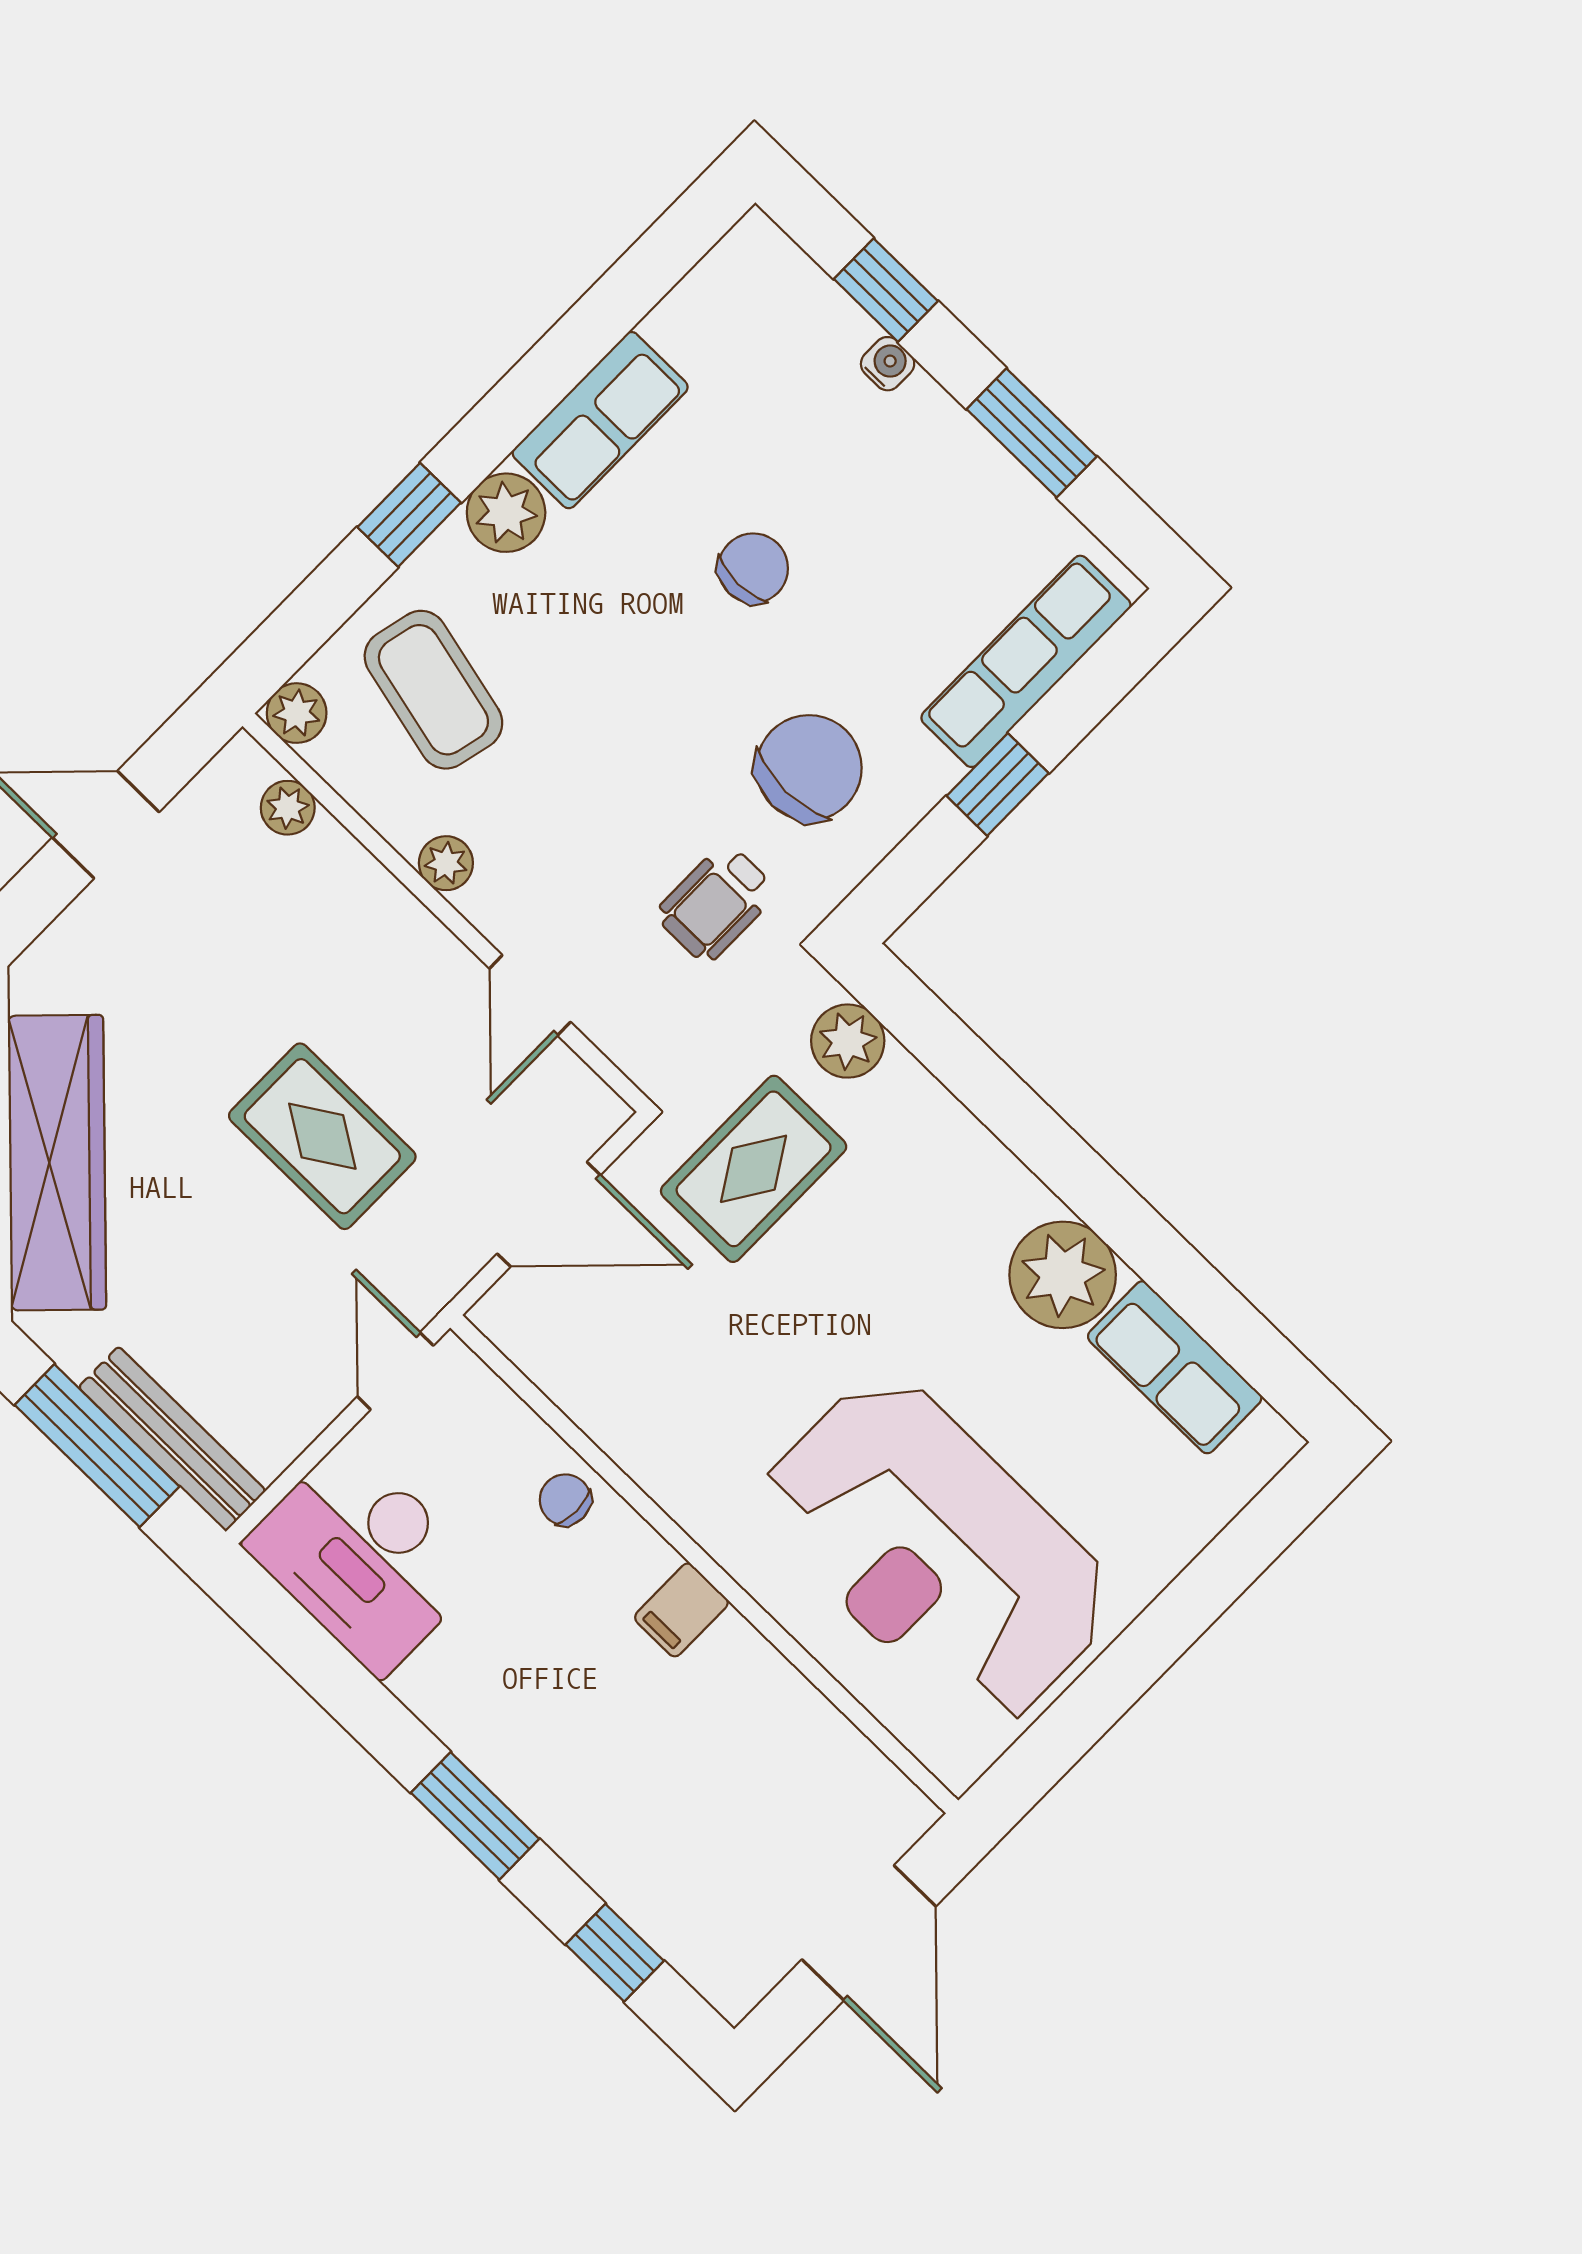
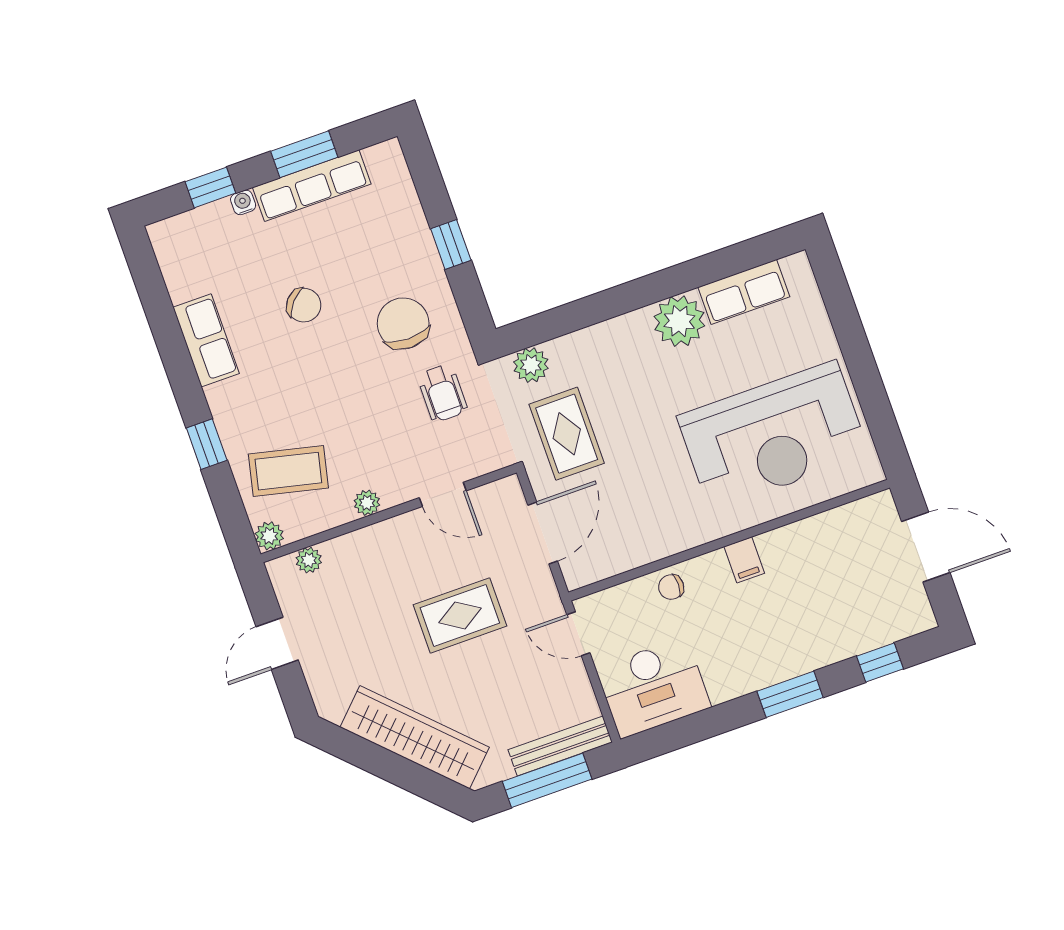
plant: (506, 513) -> (226, 401), removed
chair: (753, 568) -> (304, 305), turned 131
row of seats: (1026, 661) -> (312, 186), moved, turned -90

